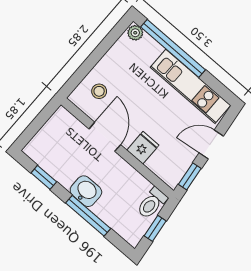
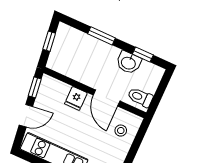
washbasin: (86, 191) -> (129, 63), moved
toilet: (152, 203) -> (140, 97), moved, turned -90
window: (88, 216) -> (102, 36), width x0.69

